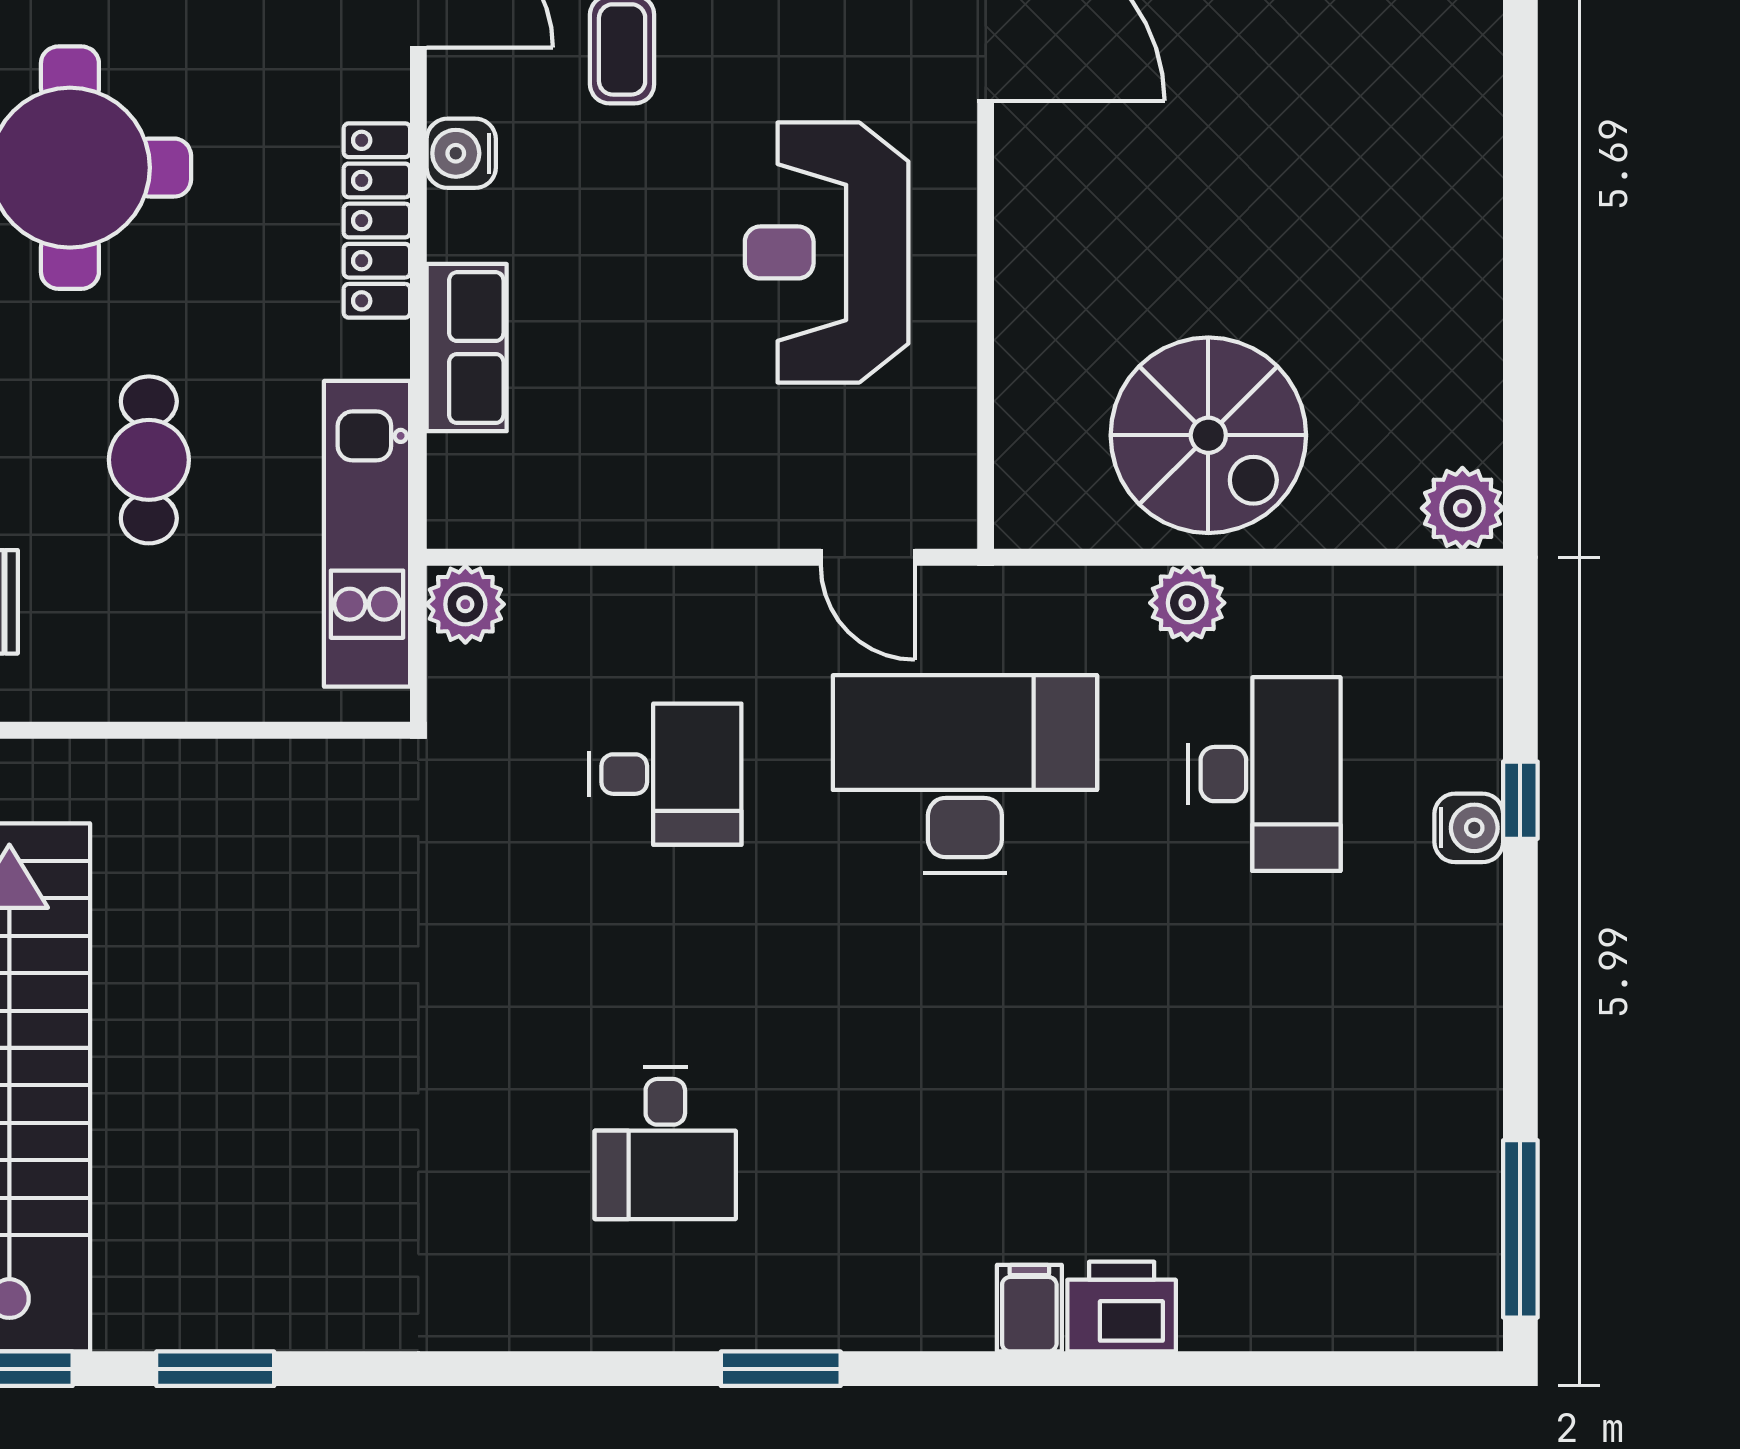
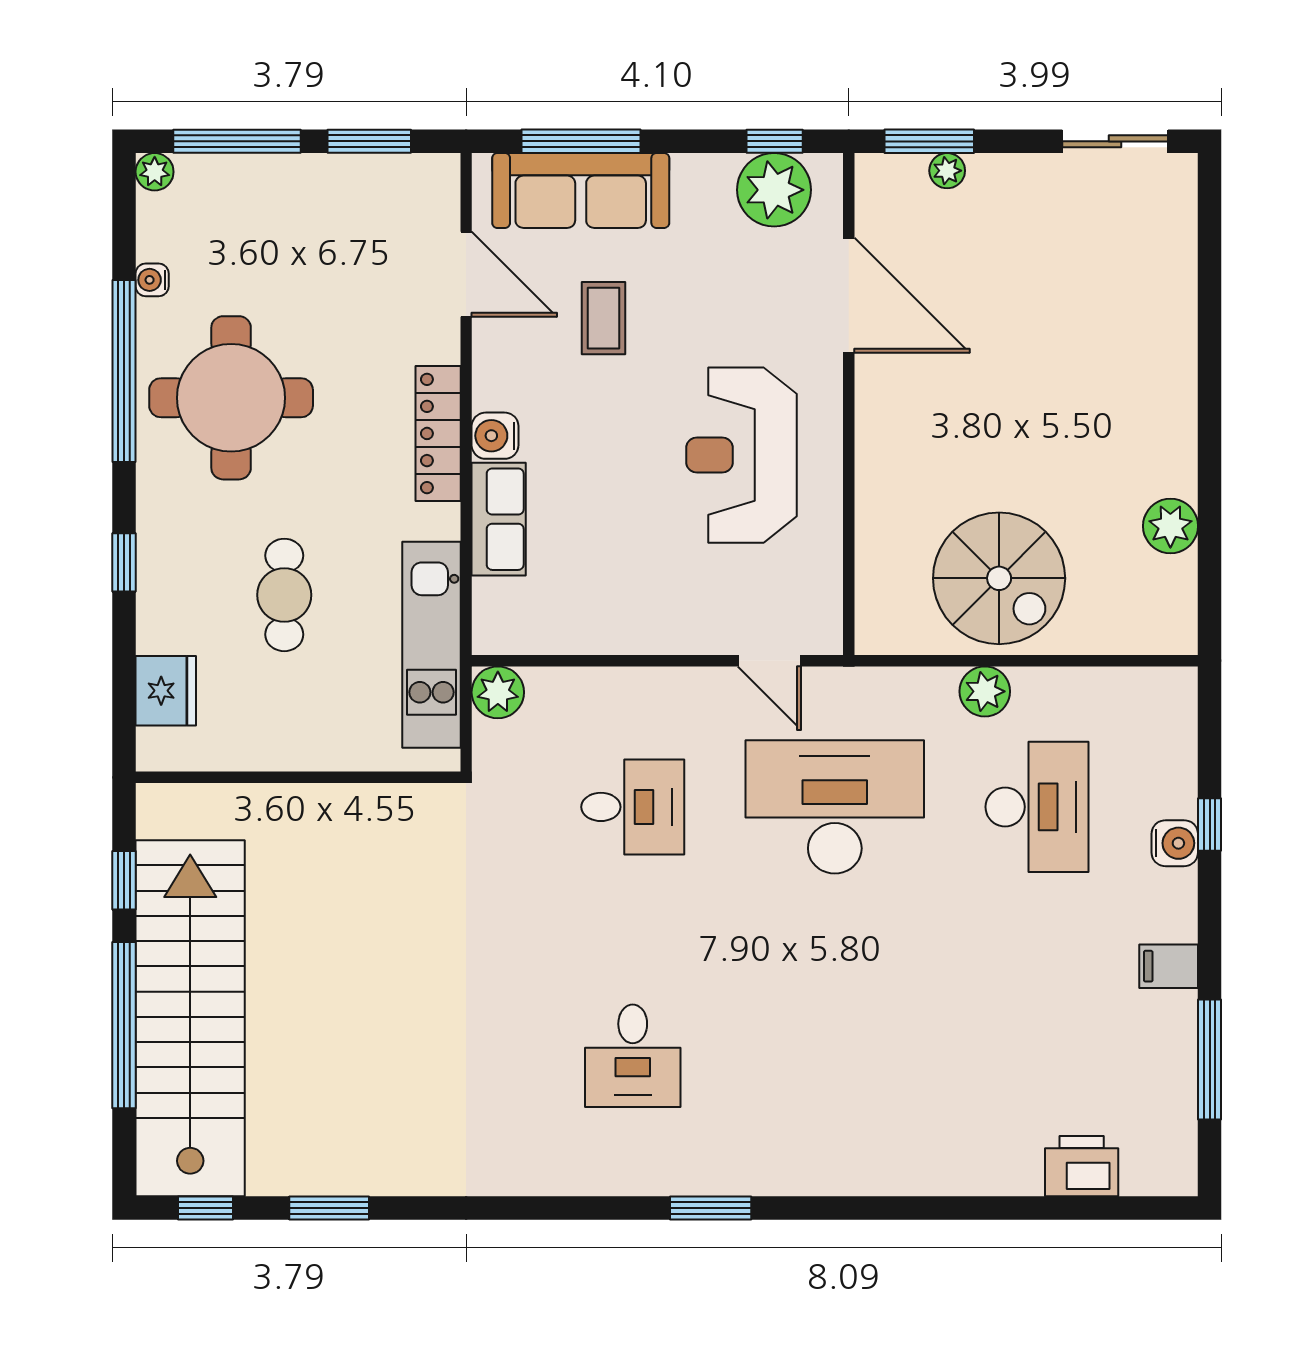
water cooler: (461, 153) -> (495, 436), moved
plant: (1462, 508) -> (1170, 526), moved
window: (1520, 1229) -> (1210, 1059), moved
printer: (1122, 1307) -> (1082, 1166), moved
filing cabinet: (1029, 1308) -> (1169, 966), moved, turned -90

